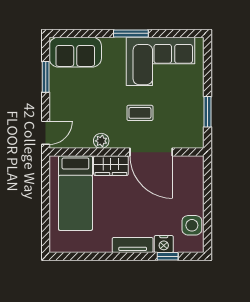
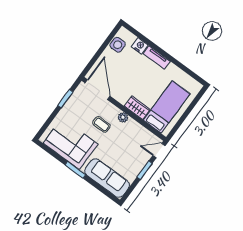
sofa: (75, 52) -> (107, 178), width x1.36
window: (46, 77) -> (145, 170), moved
plant: (101, 141) -> (123, 117), moved
door: (151, 152) -> (98, 90), moved
window: (168, 256) -> (143, 38), removed

